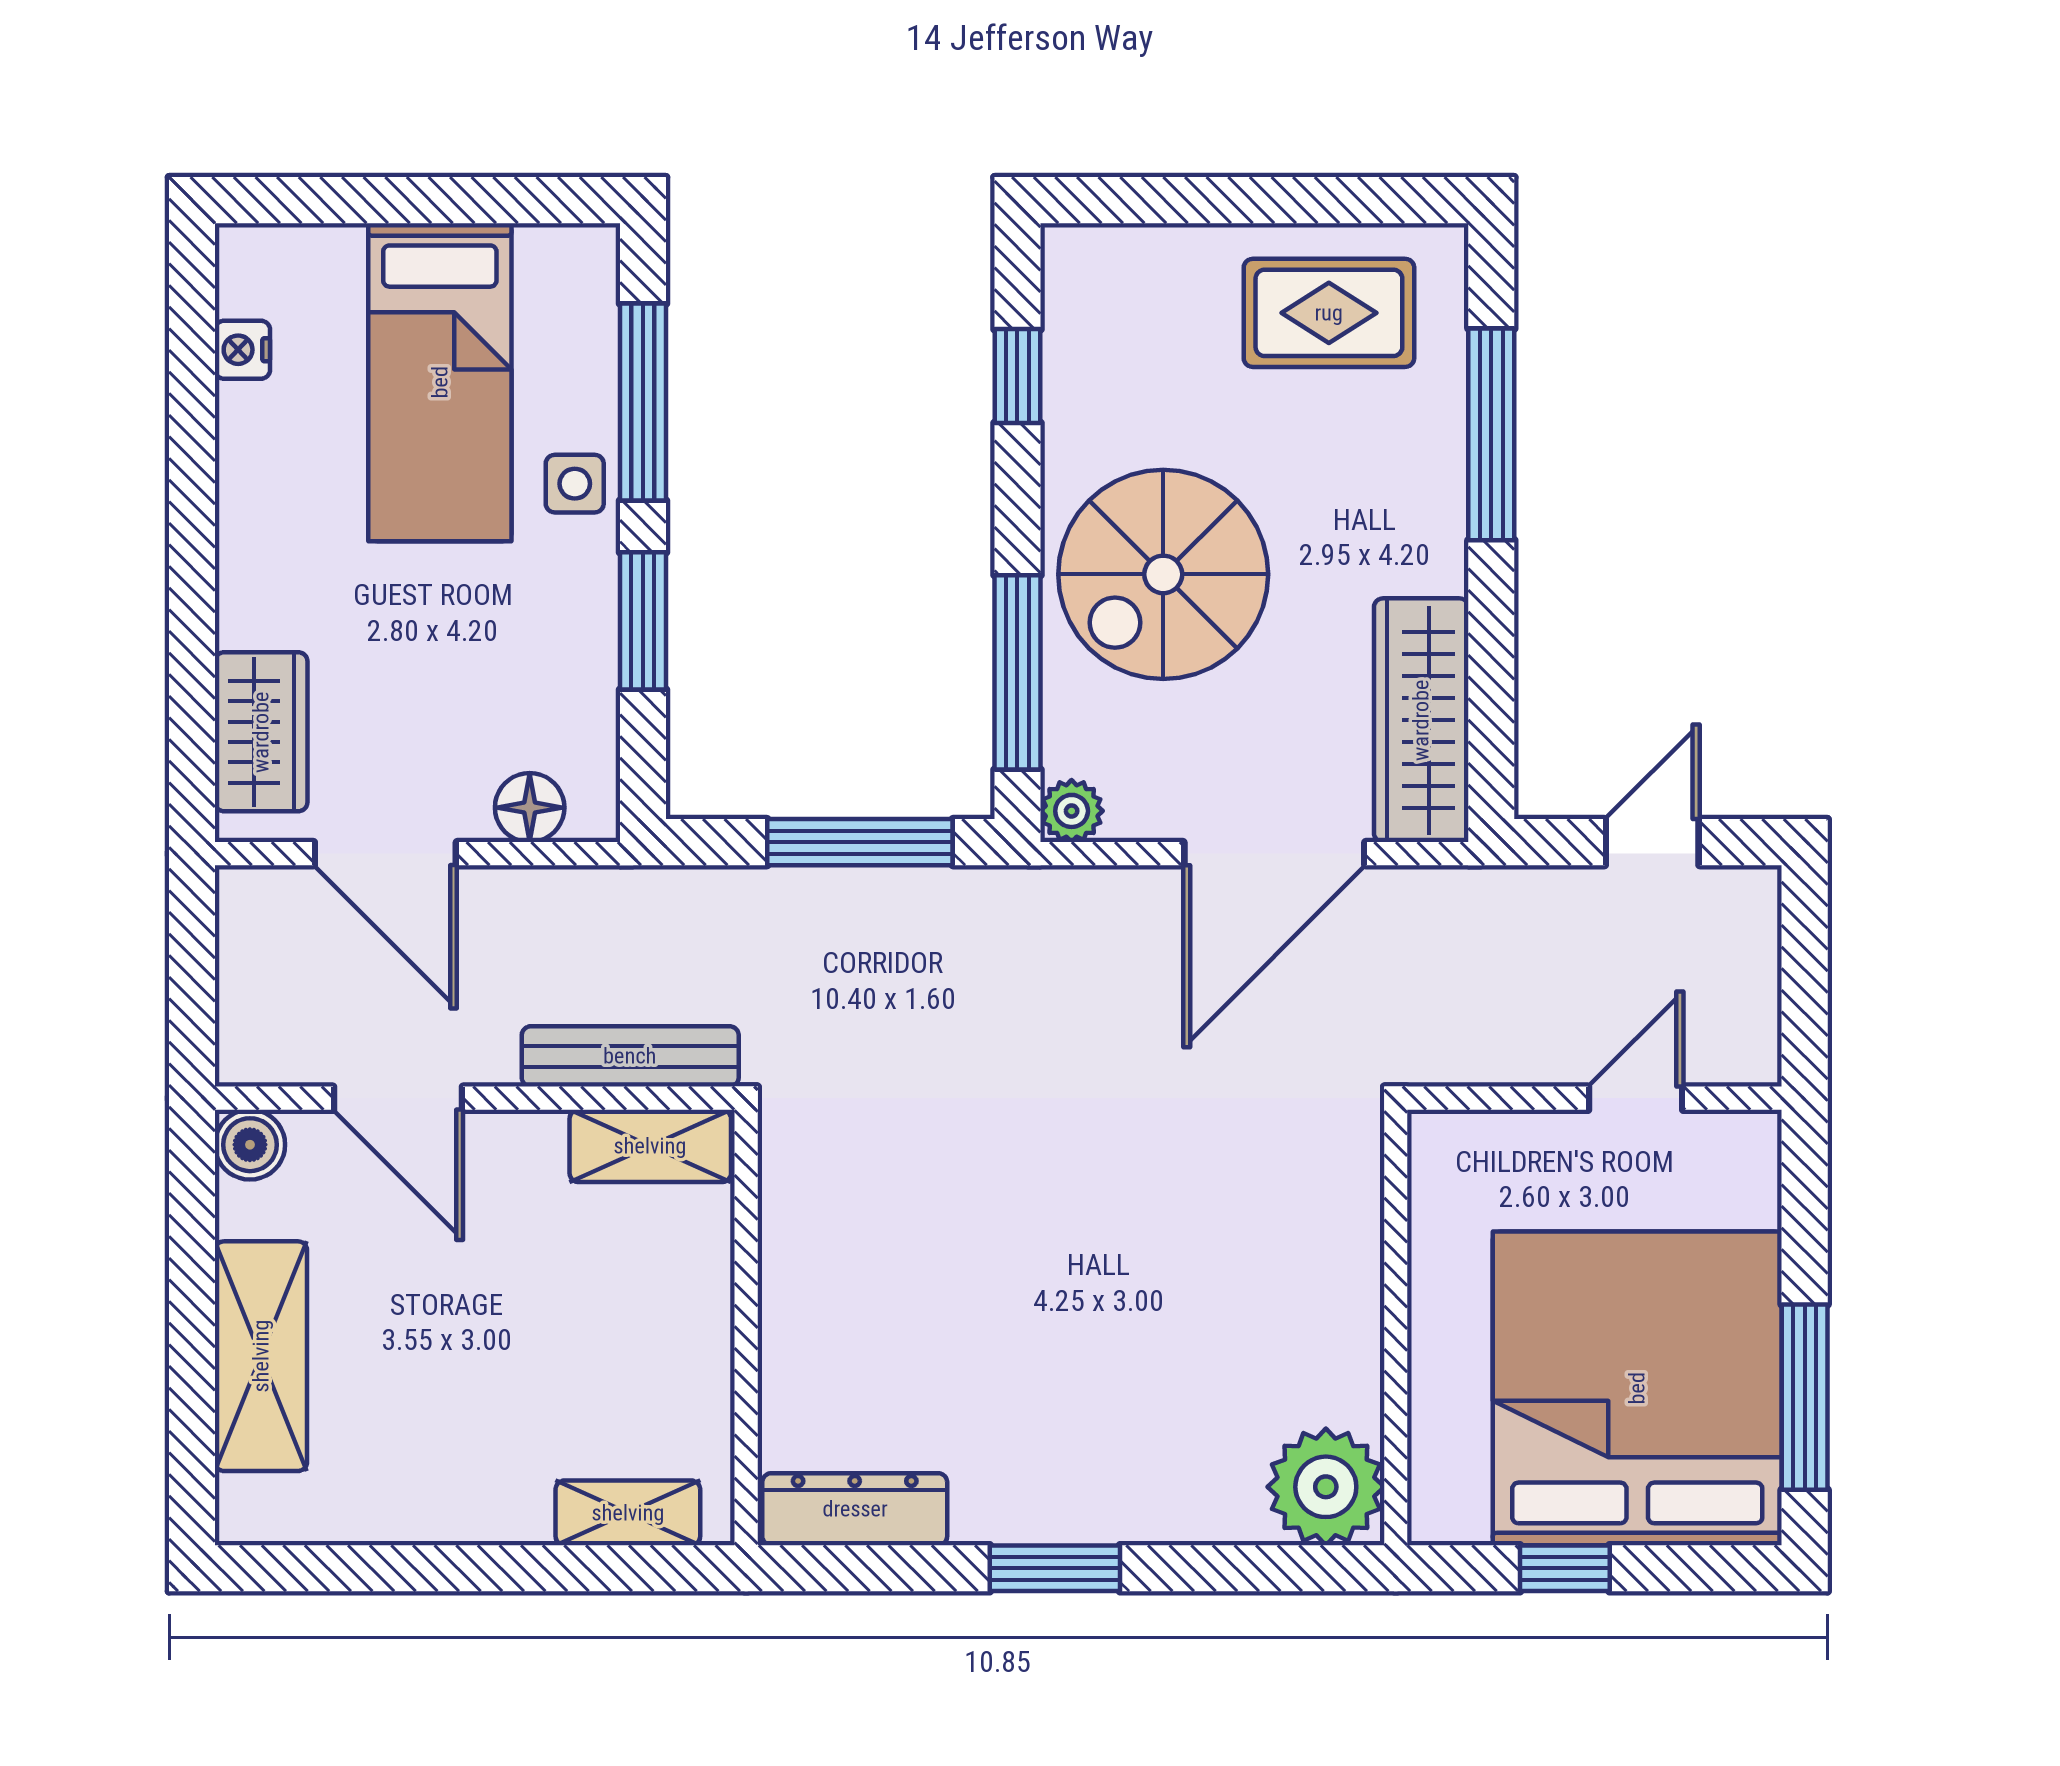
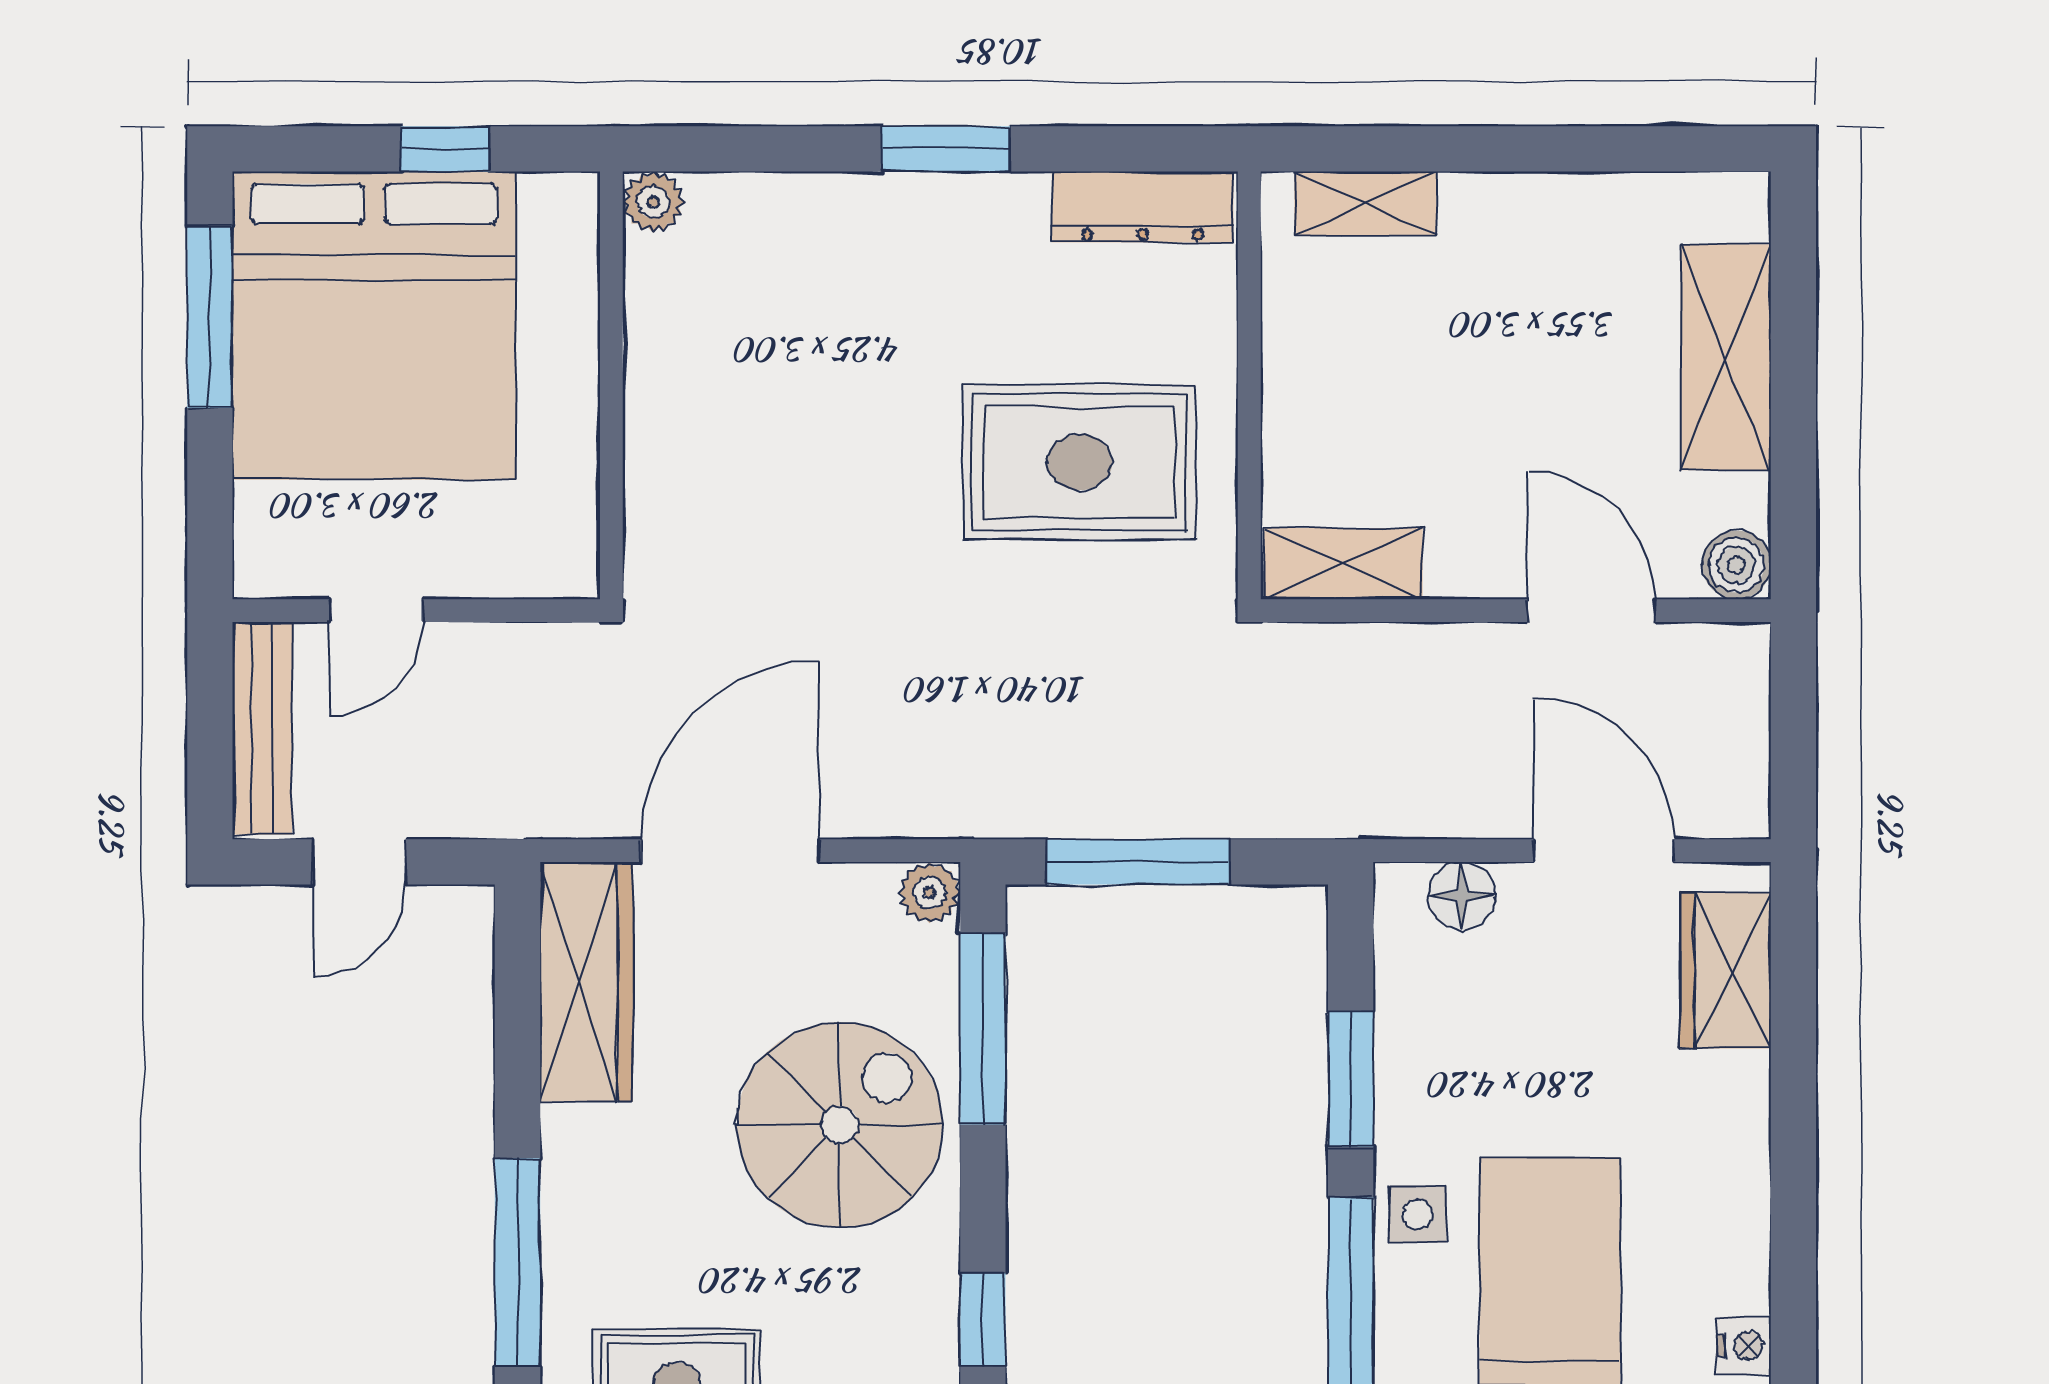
bench: (630, 1056) -> (262, 728), moved, turned 90
rug: (919, 1249) -> (1080, 462), added
plant: (1326, 1487) -> (653, 202), width x0.53, depth x0.53

